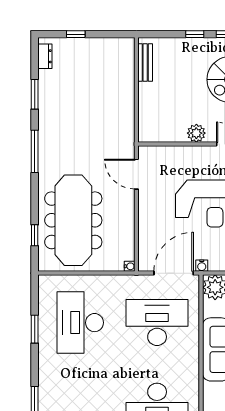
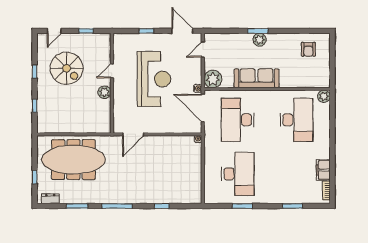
window: (195, 34) -> (35, 106), moved
bench: (145, 63) -> (55, 128), removed
meeting table: (73, 220) -> (73, 160), moved
window: (35, 235) -> (162, 206), moved
desk: (80, 323) -> (238, 174), turned -90

